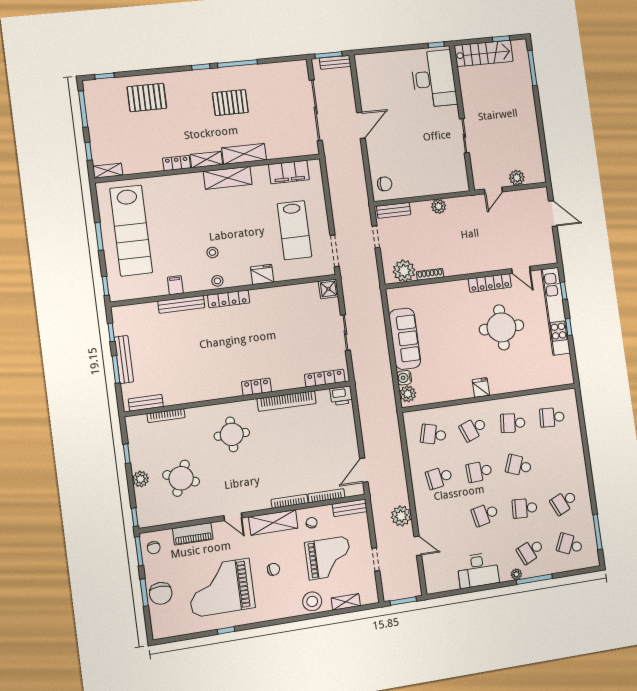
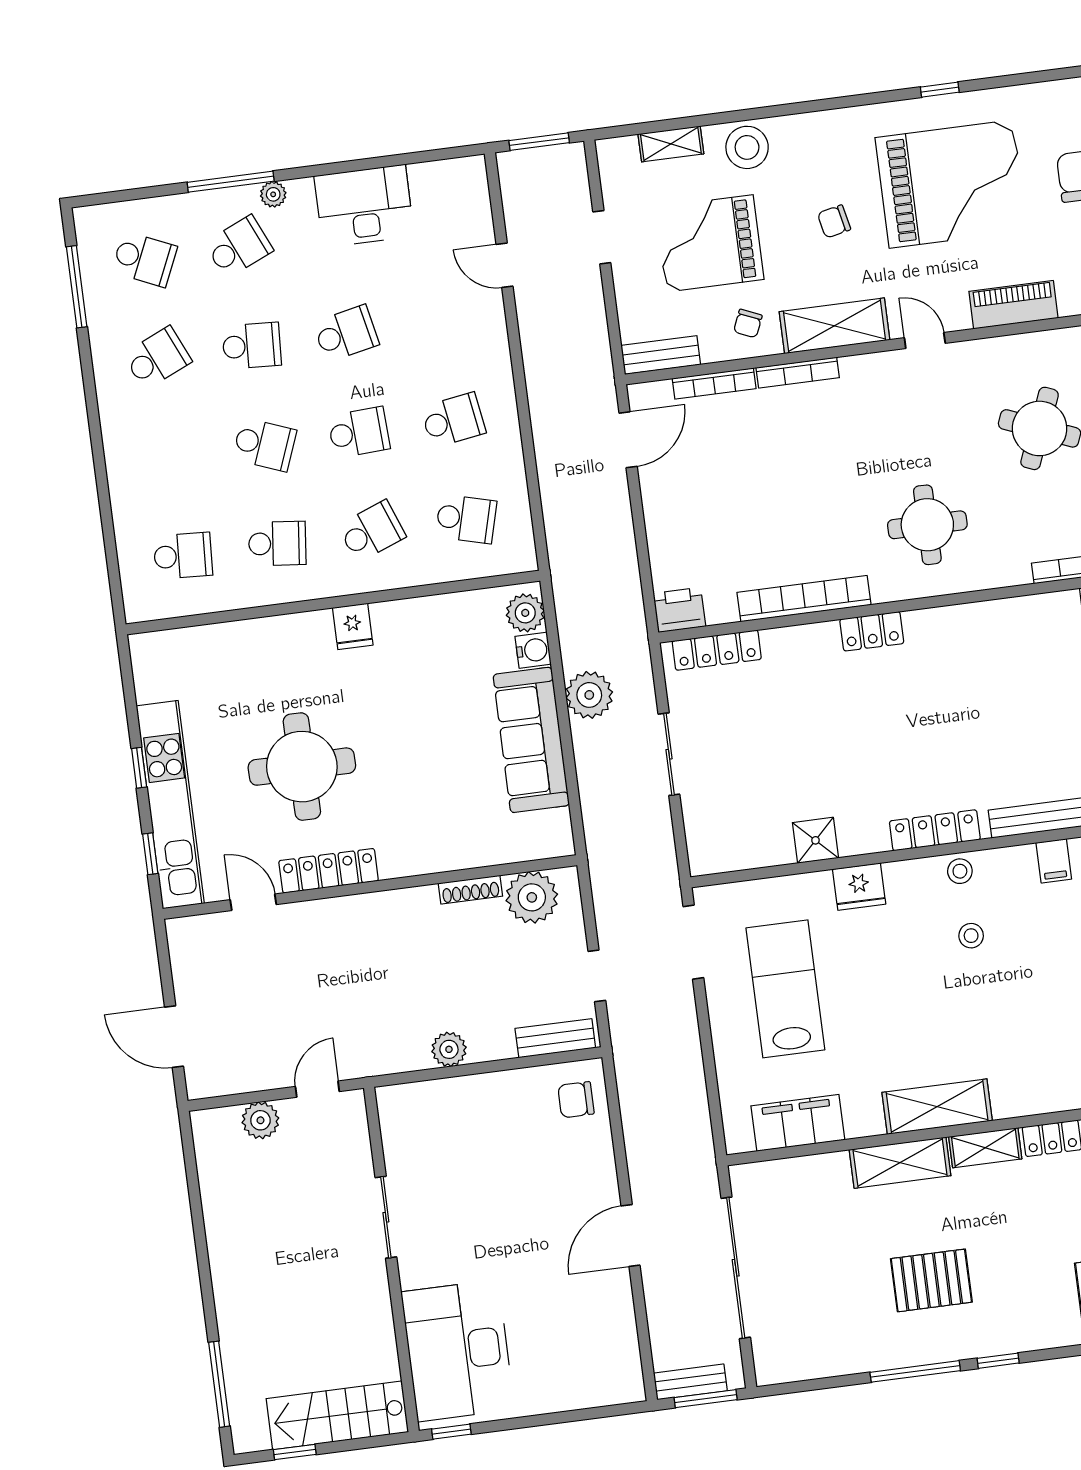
shower: (328, 289) -> (815, 840), moved
plant: (401, 516) -> (589, 695), moved

